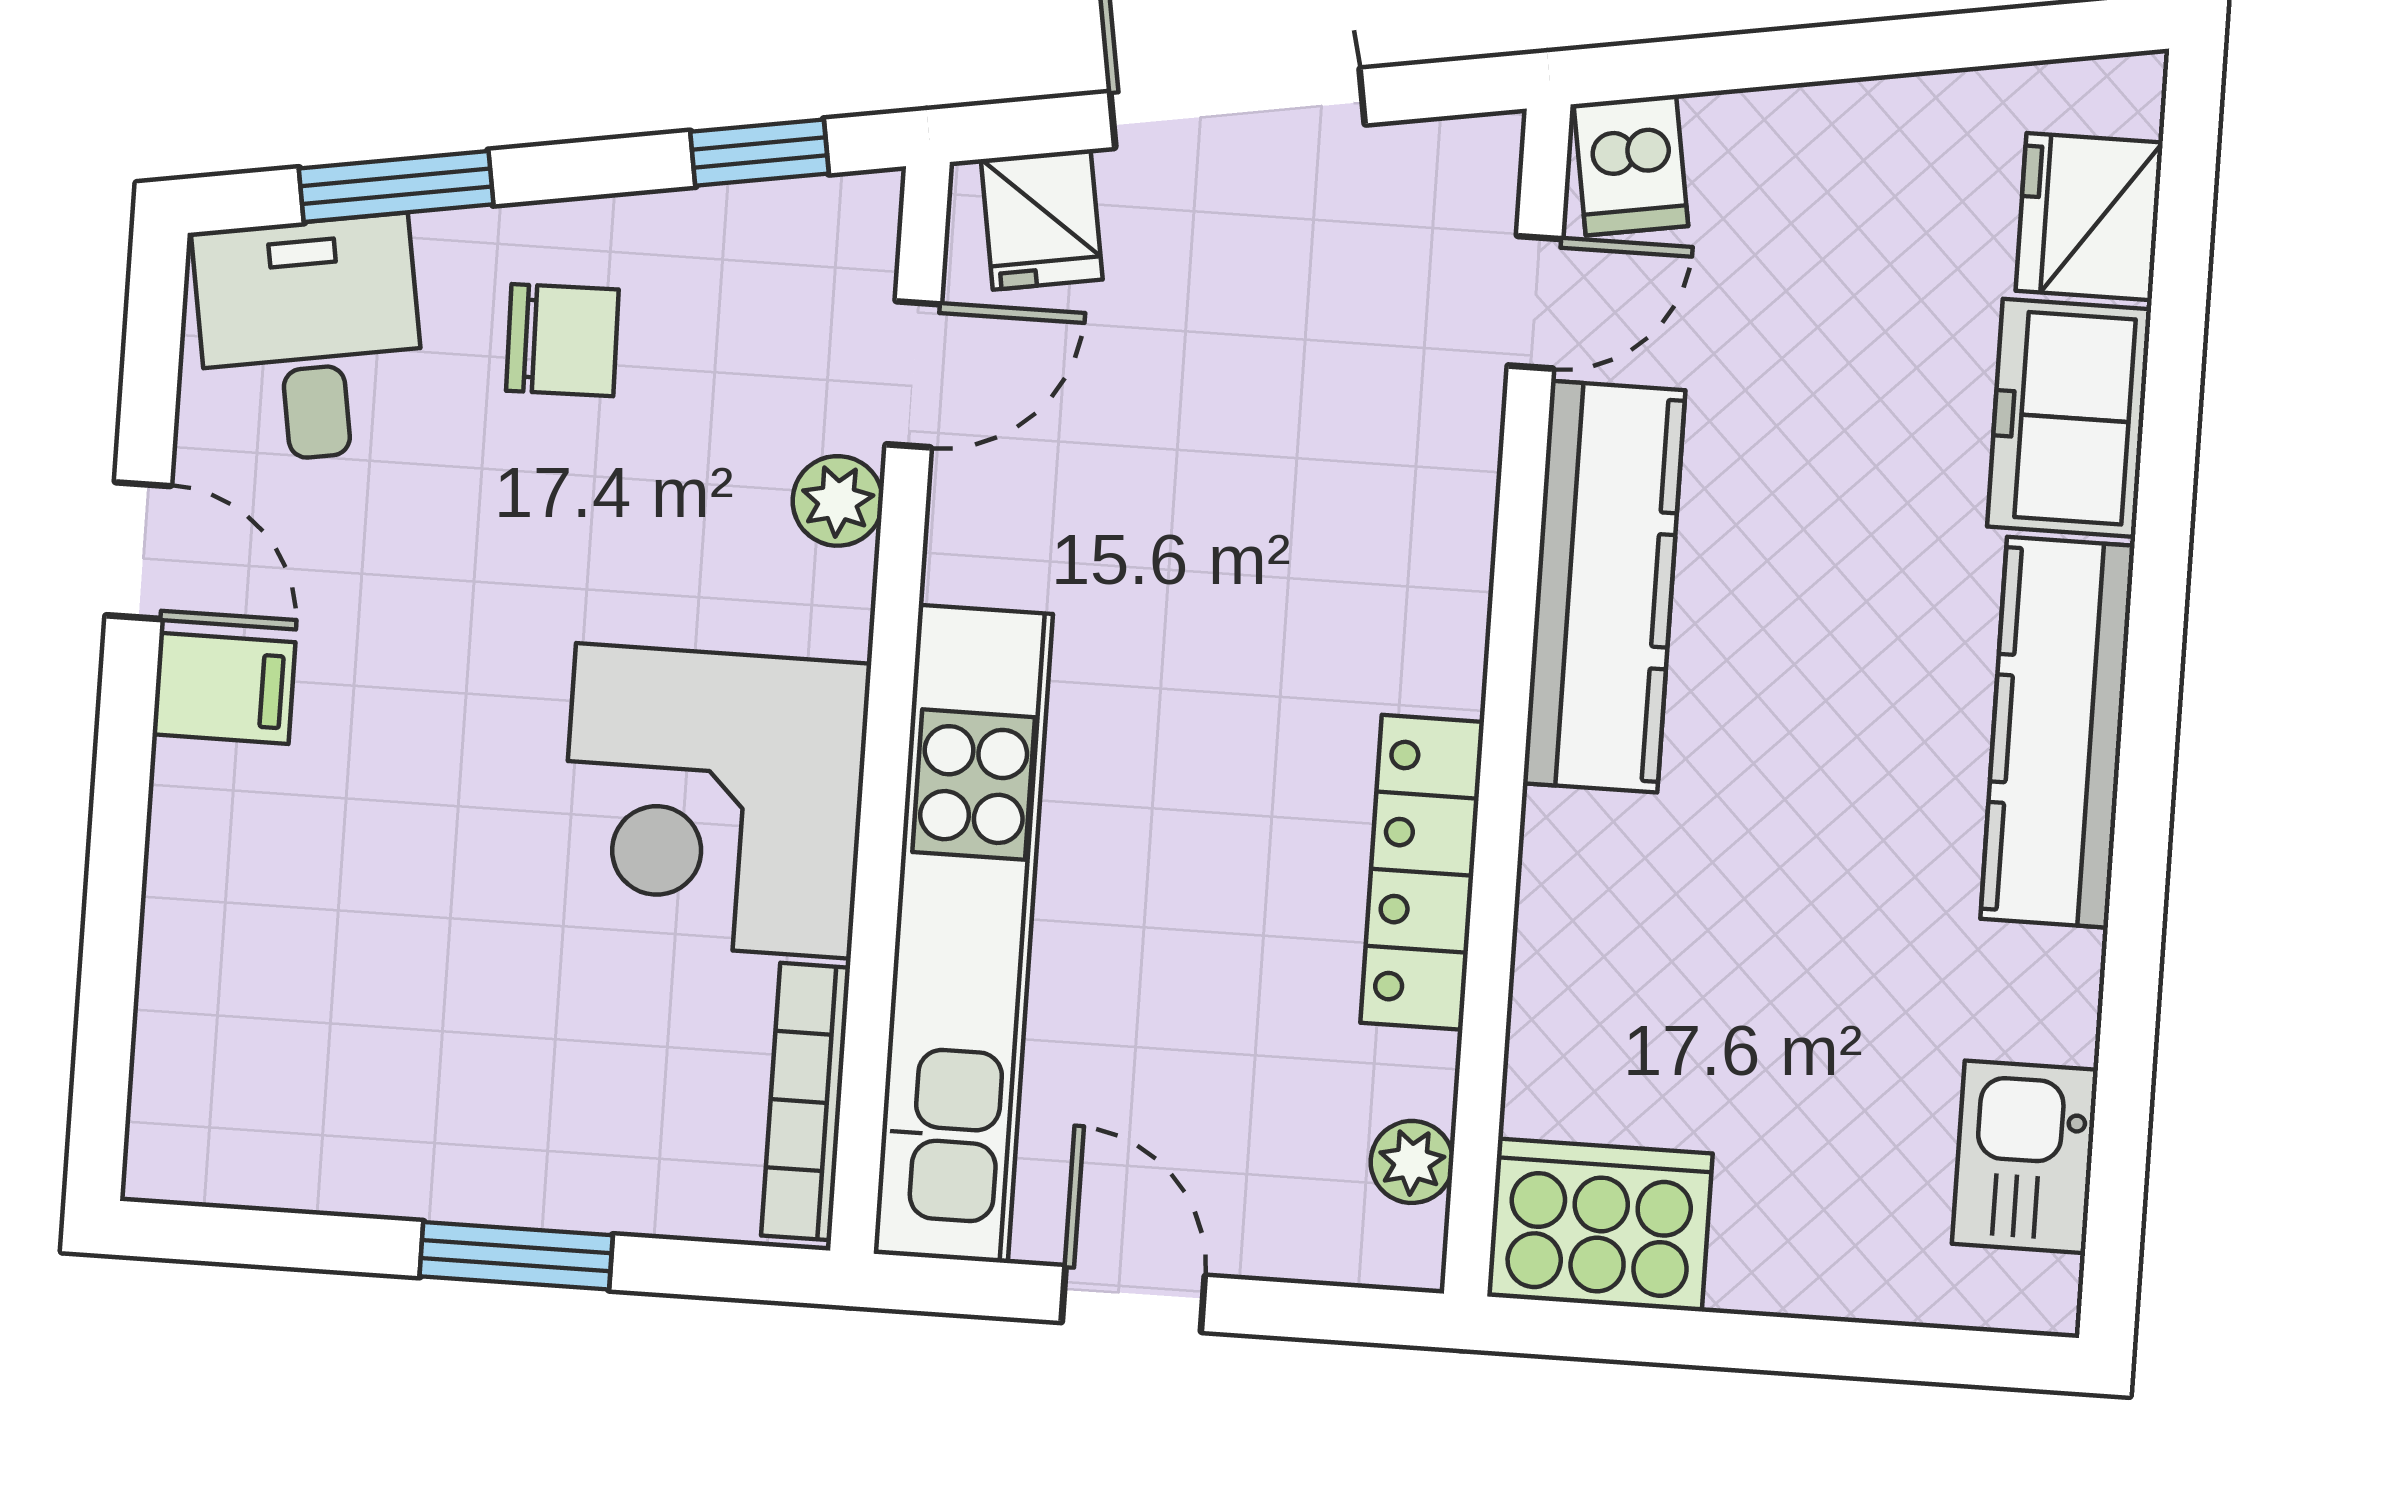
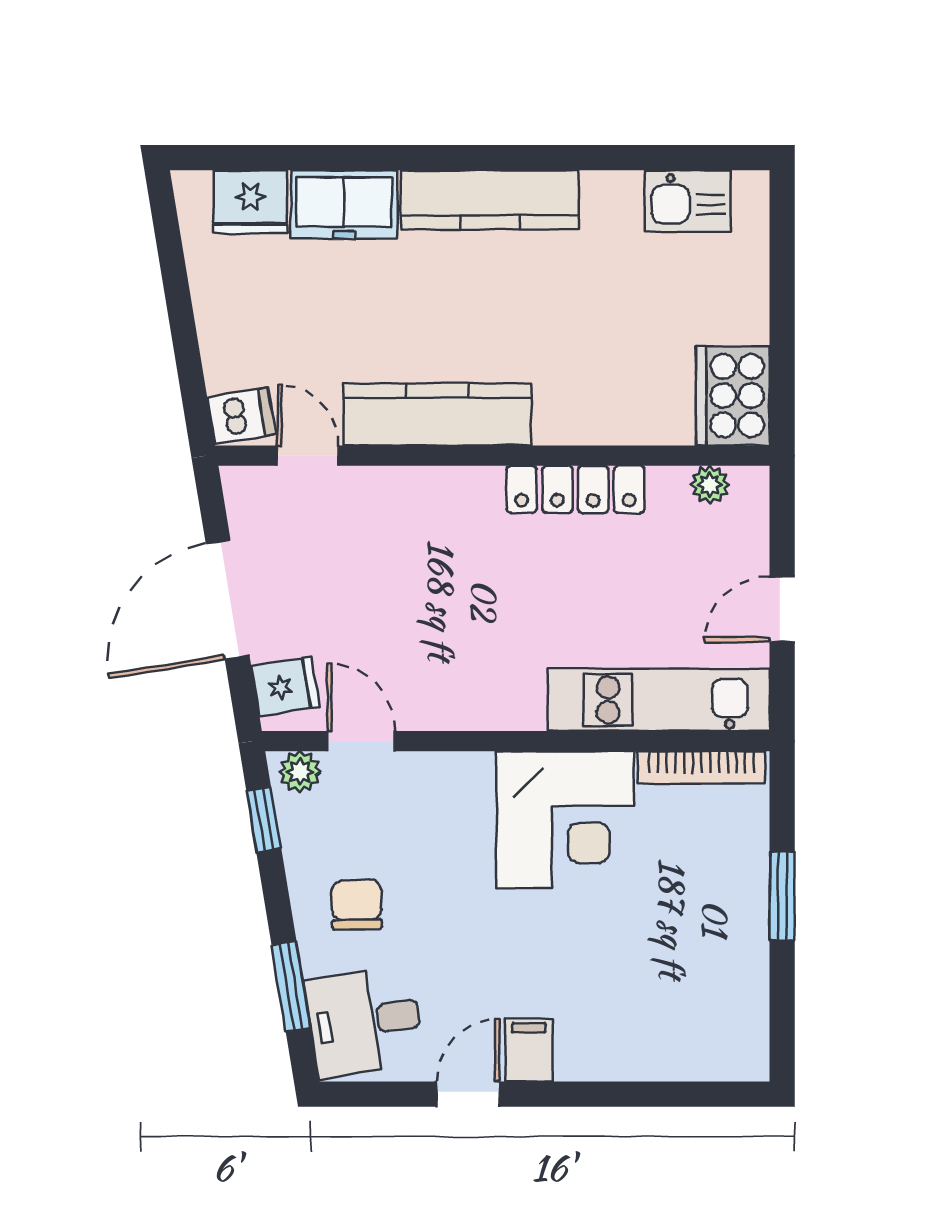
plant: (838, 501) -> (300, 772), moved
kitchen unit: (963, 934) -> (659, 700), width x0.73

